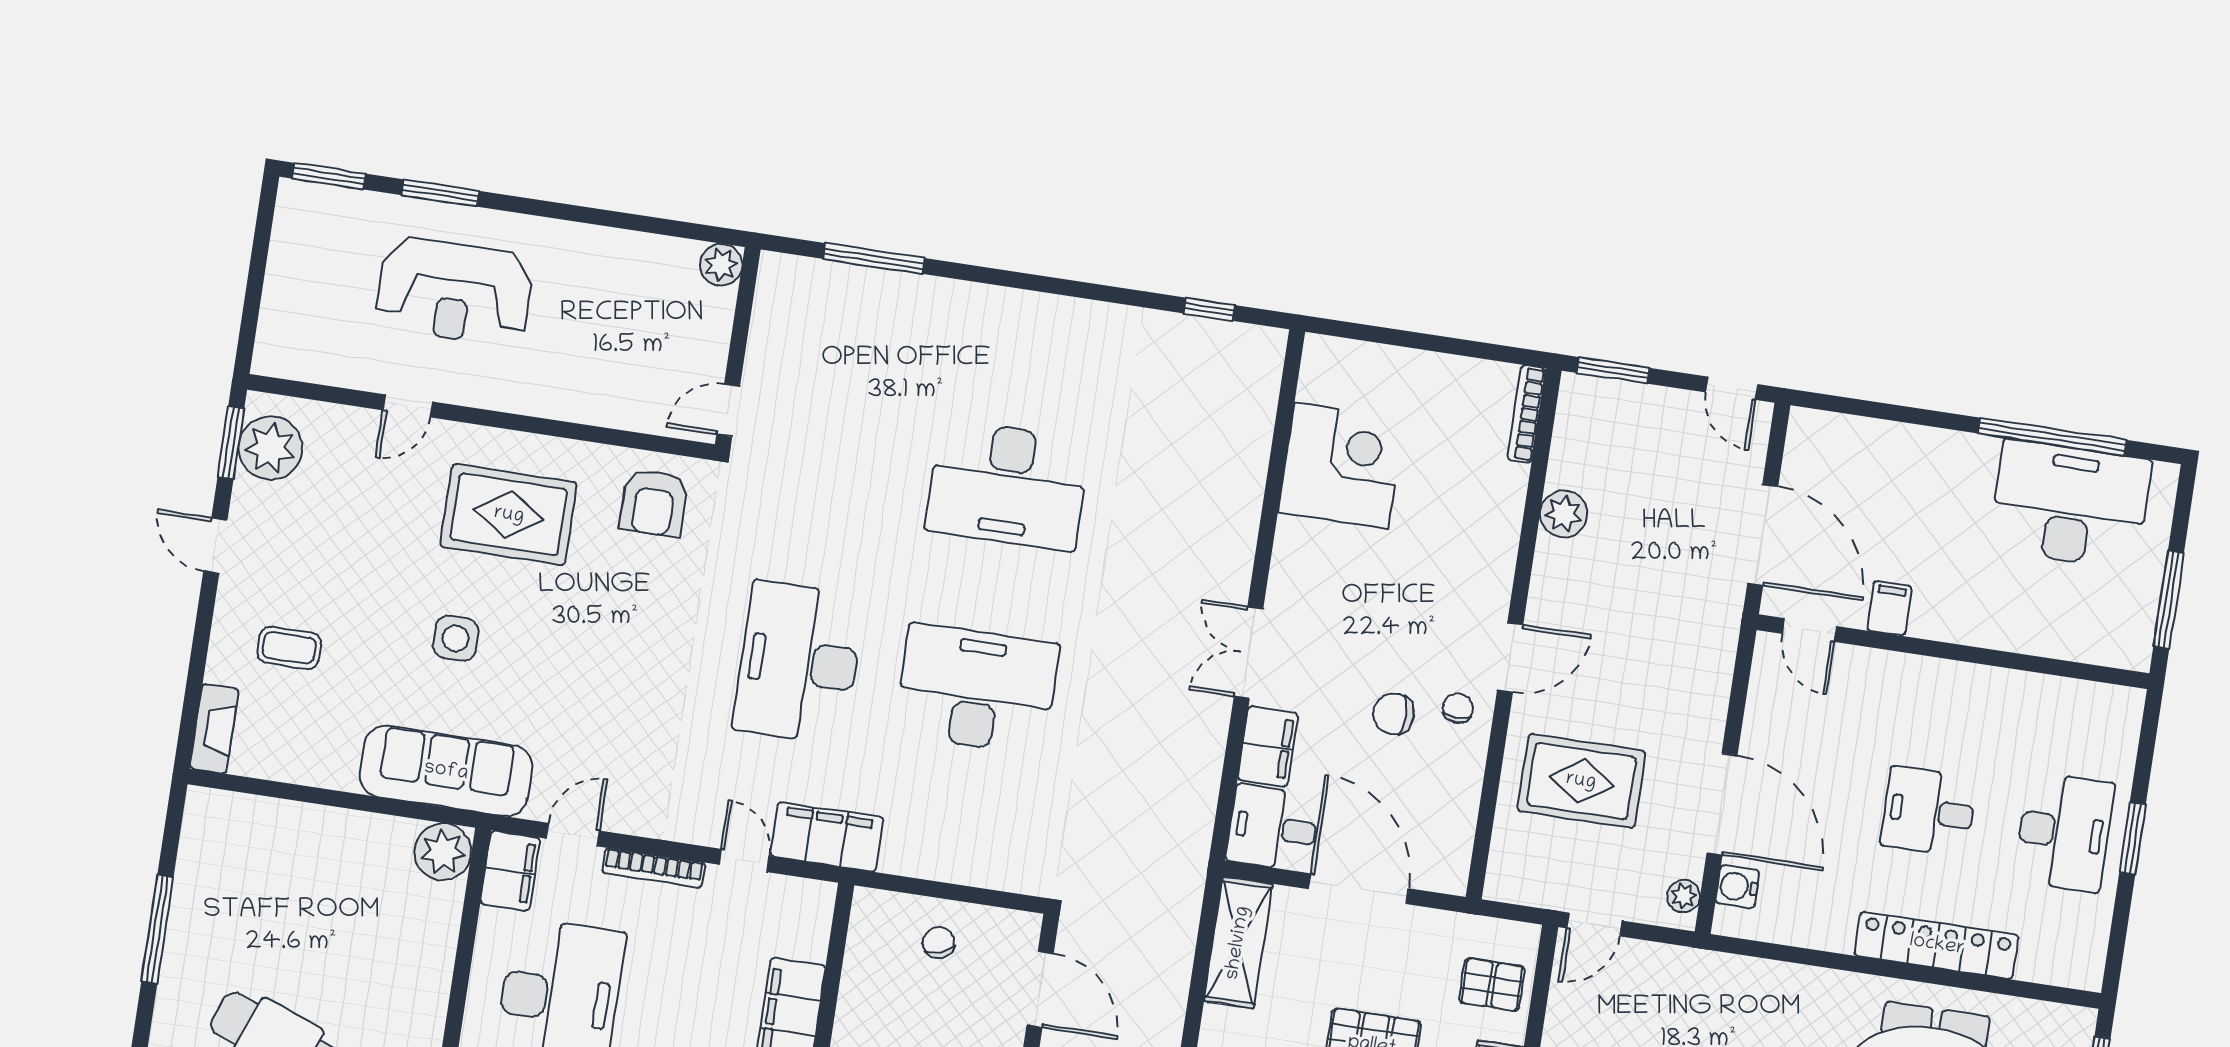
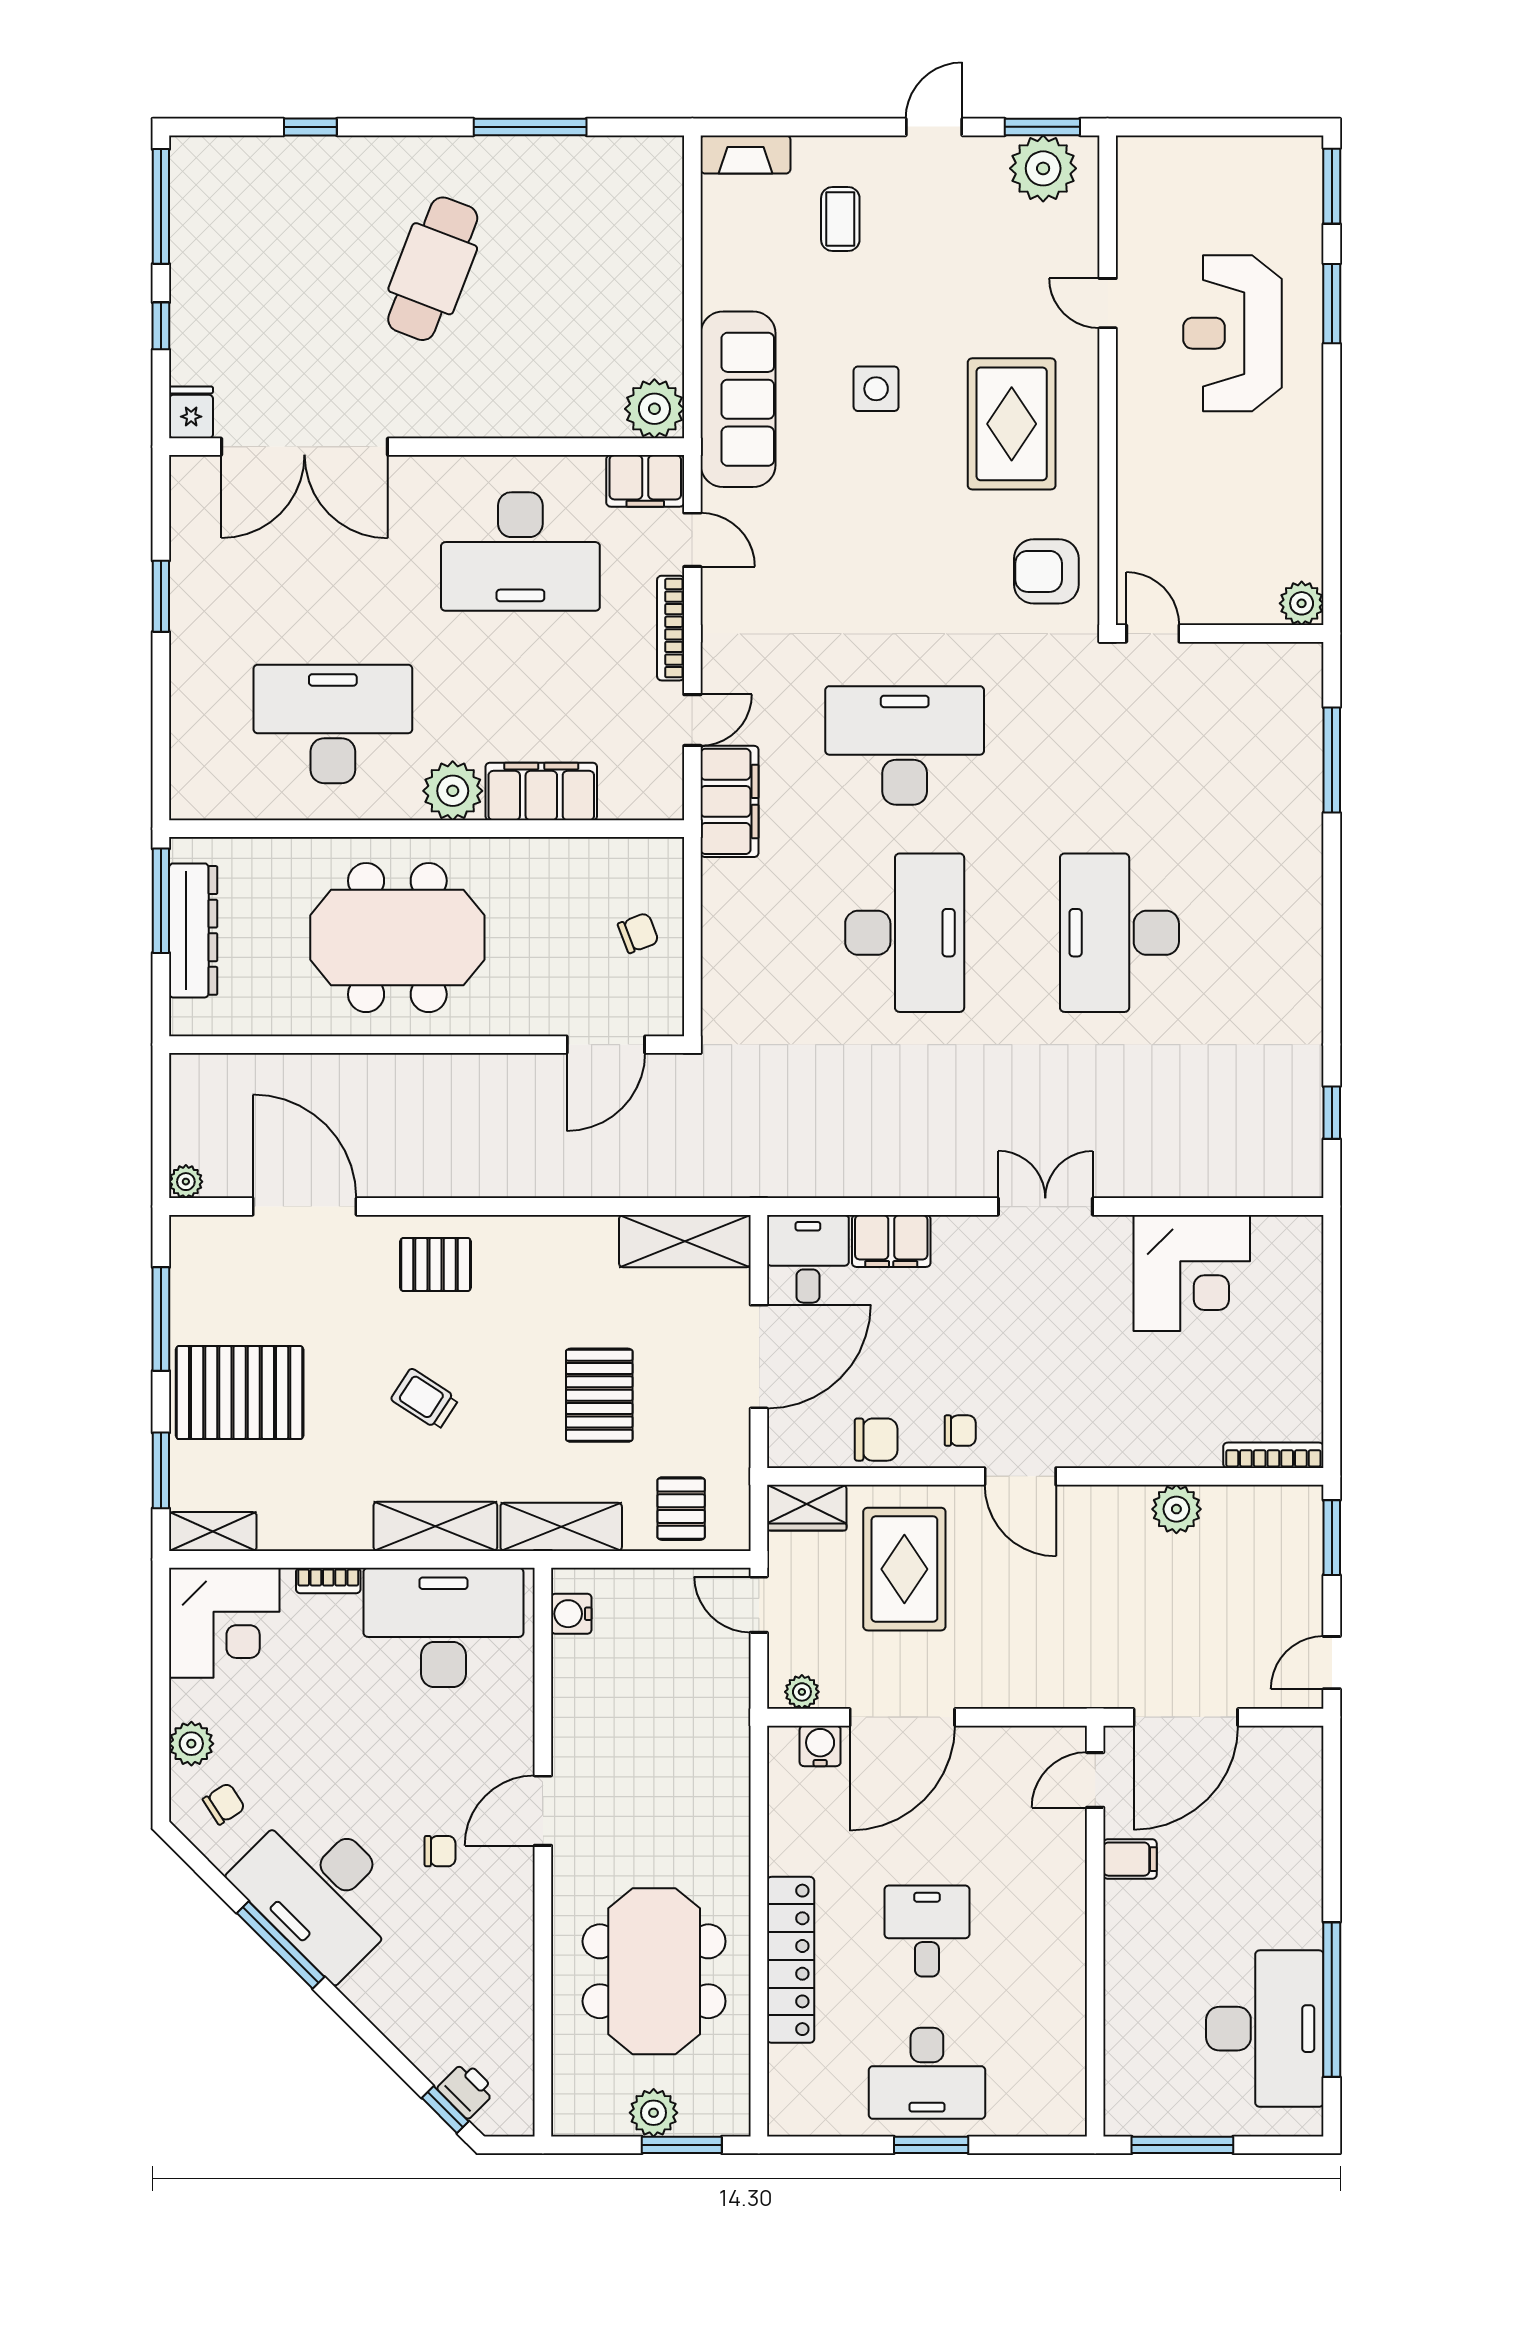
double door: (1248, 653) -> (1045, 1207), moved
chair: (1394, 714) -> (876, 1440), moved, turned 90
wardrobe: (1509, 865) -> (807, 1508), added

